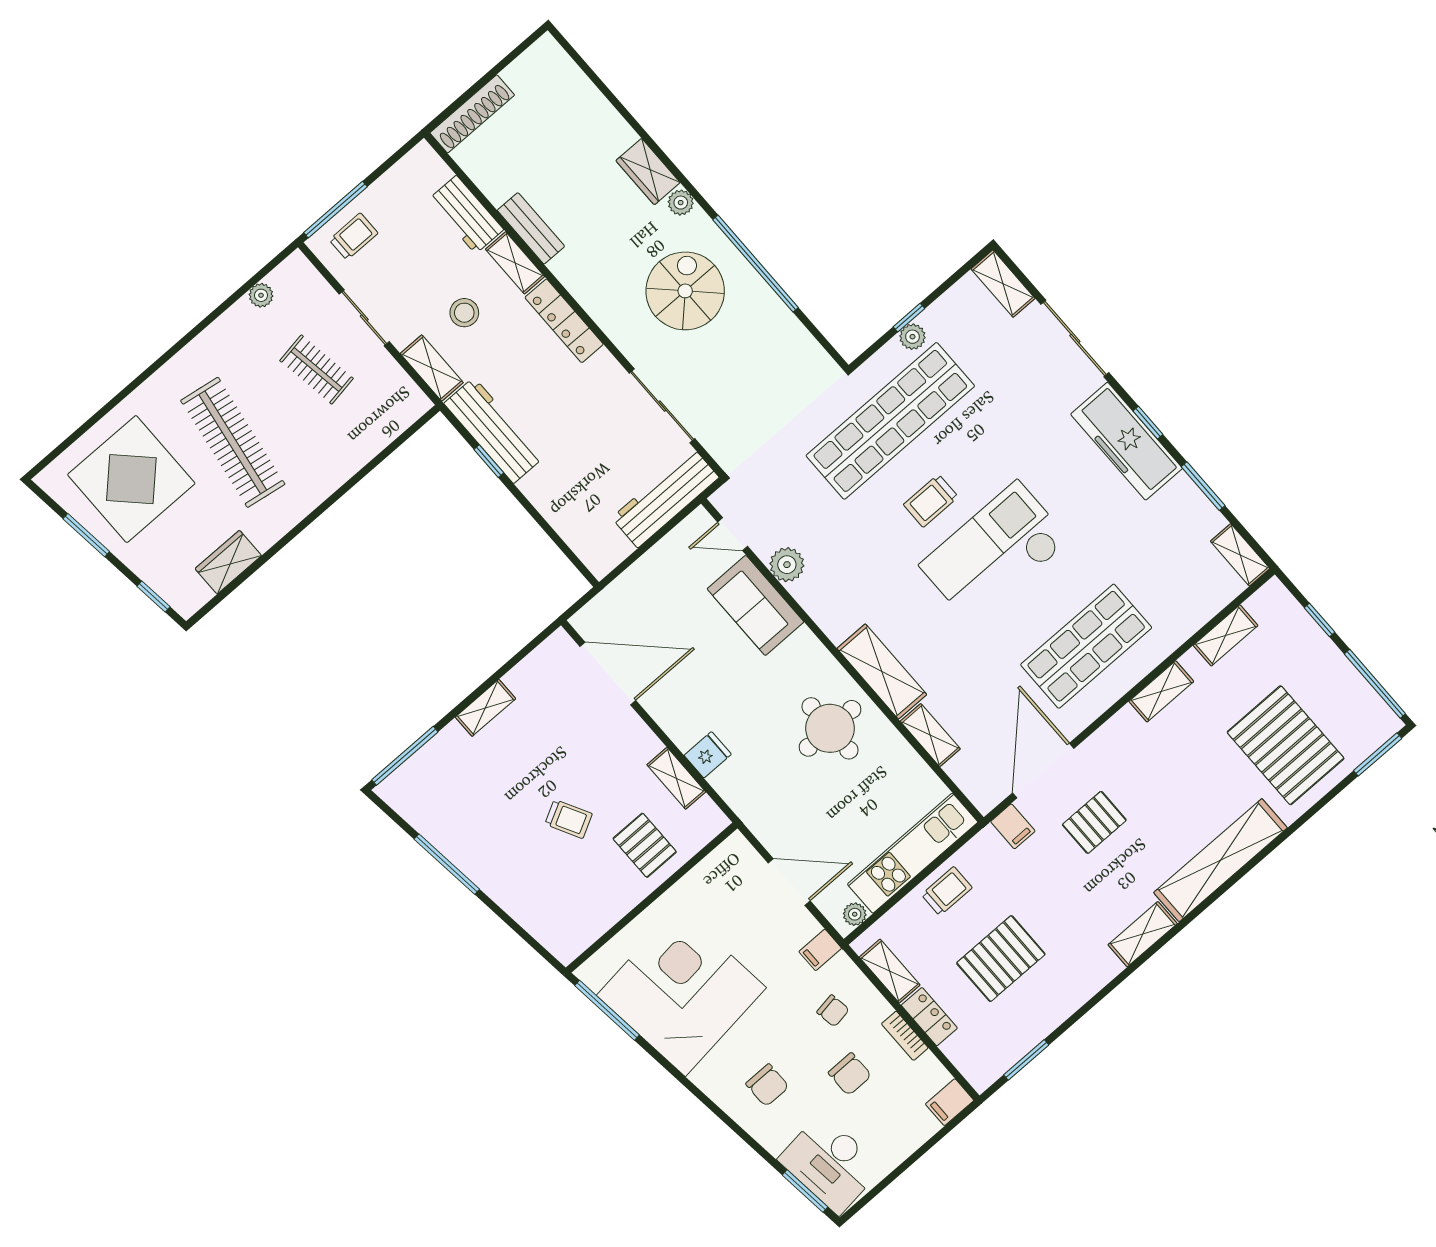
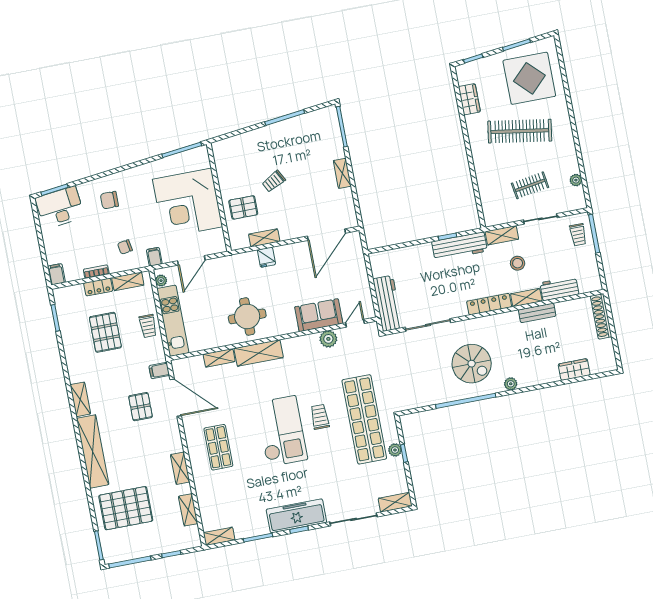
wardrobe: (648, 172) -> (574, 370), moved
shop shelf: (1086, 646) -> (218, 447), width x0.70, depth x0.74
corner desk: (681, 991) -> (187, 203), moved, turned 97
chair: (850, 1074) -> (93, 238), removed

